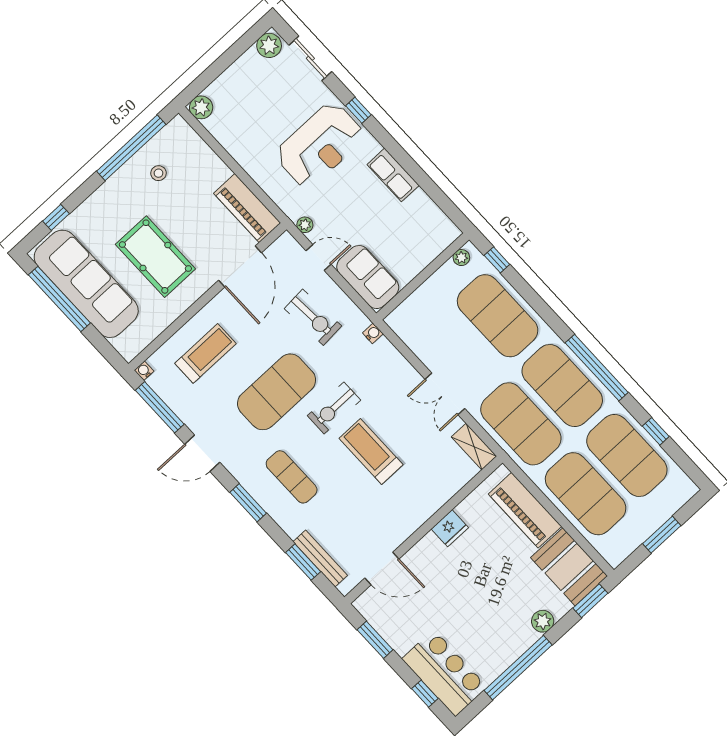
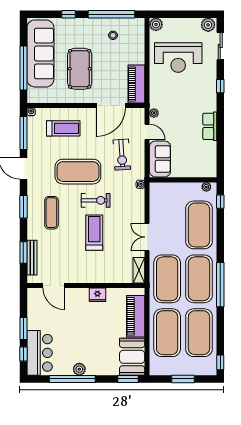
reception desk: (320, 145) -> (178, 58), moved
window: (56, 217) -> (69, 14), moved
window: (59, 299) -> (23, 68), moved
exercise bike: (334, 408) -> (96, 200), turned 180
window: (656, 431) -> (220, 362), moved
plant: (543, 621) -> (79, 369), moved
window: (375, 640) -> (23, 329), moved

